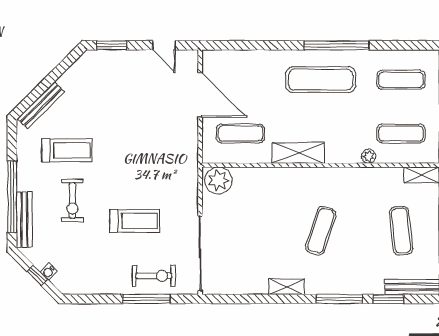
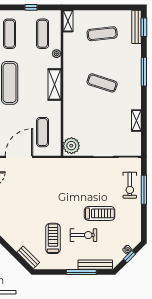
bench: (41, 105) -> (28, 257), width x0.73
shelving: (298, 153) -> (54, 84), moved
window: (12, 197) -> (81, 272), width x0.68
treadmill: (135, 221) -> (100, 213), moved, turned 90
exercise bike: (154, 276) -> (130, 185), turned 180
shelving: (286, 287) -> (136, 121), moved
window: (388, 299) -> (144, 27), moved

